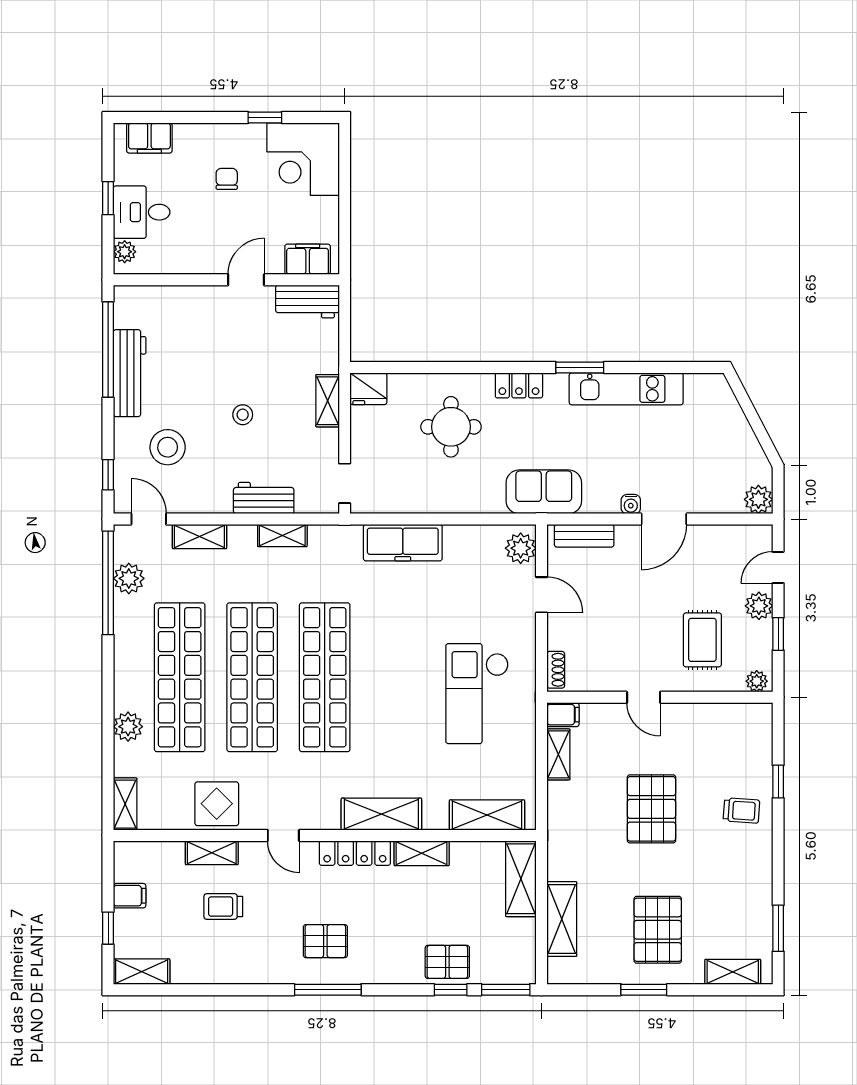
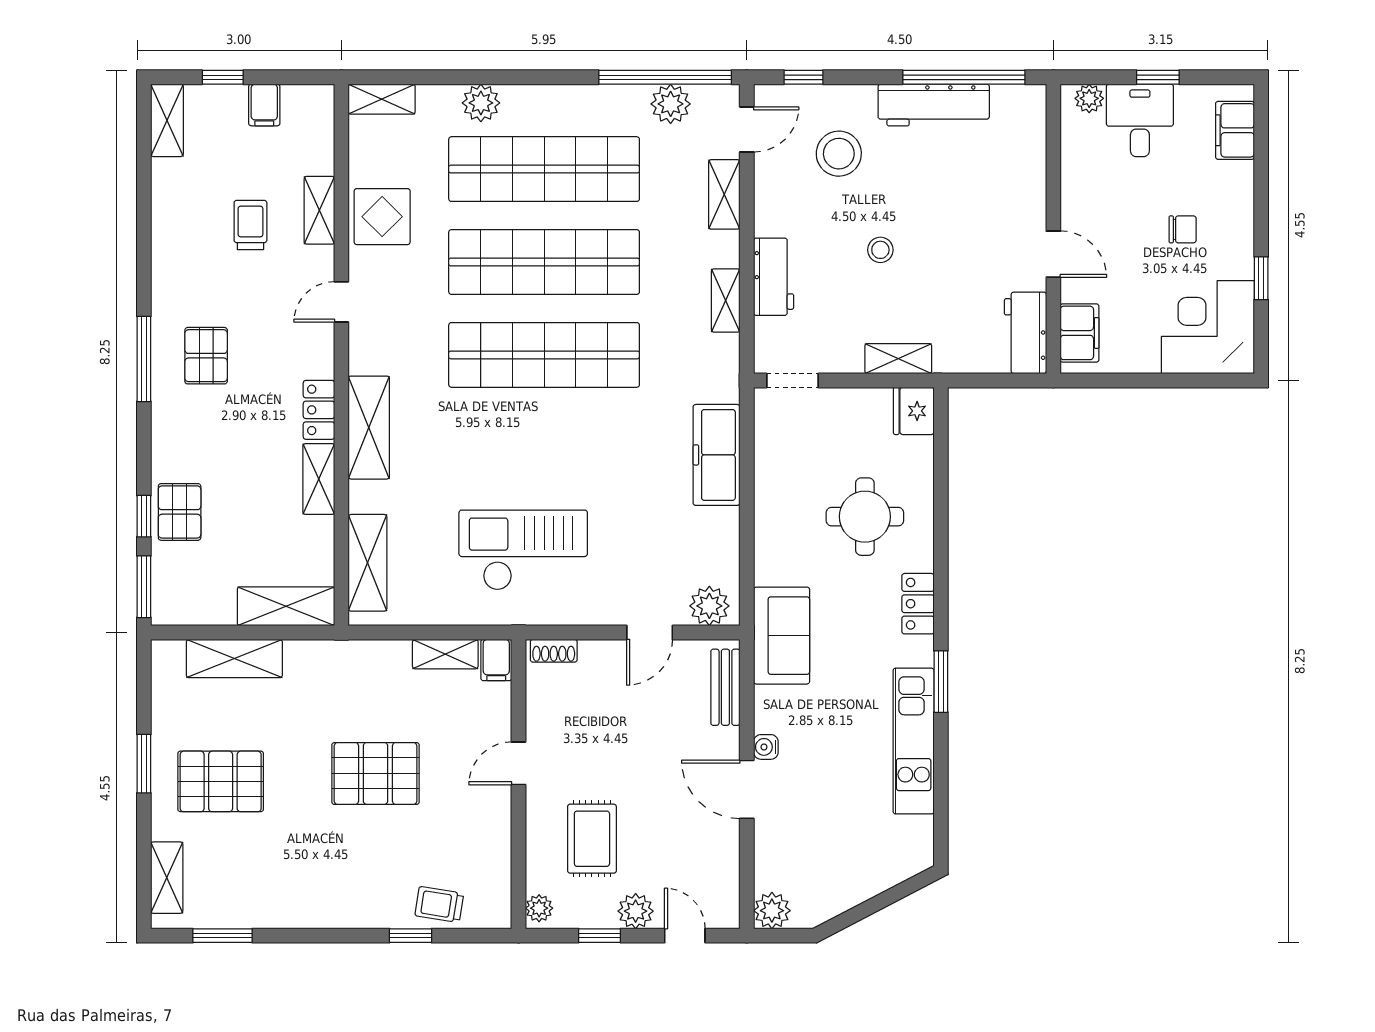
rug: (702, 640) -> (592, 839), turned 90
trolley: (741, 811) -> (439, 905), moved, turned 95
locker: (355, 853) -> (319, 410), width x0.66

